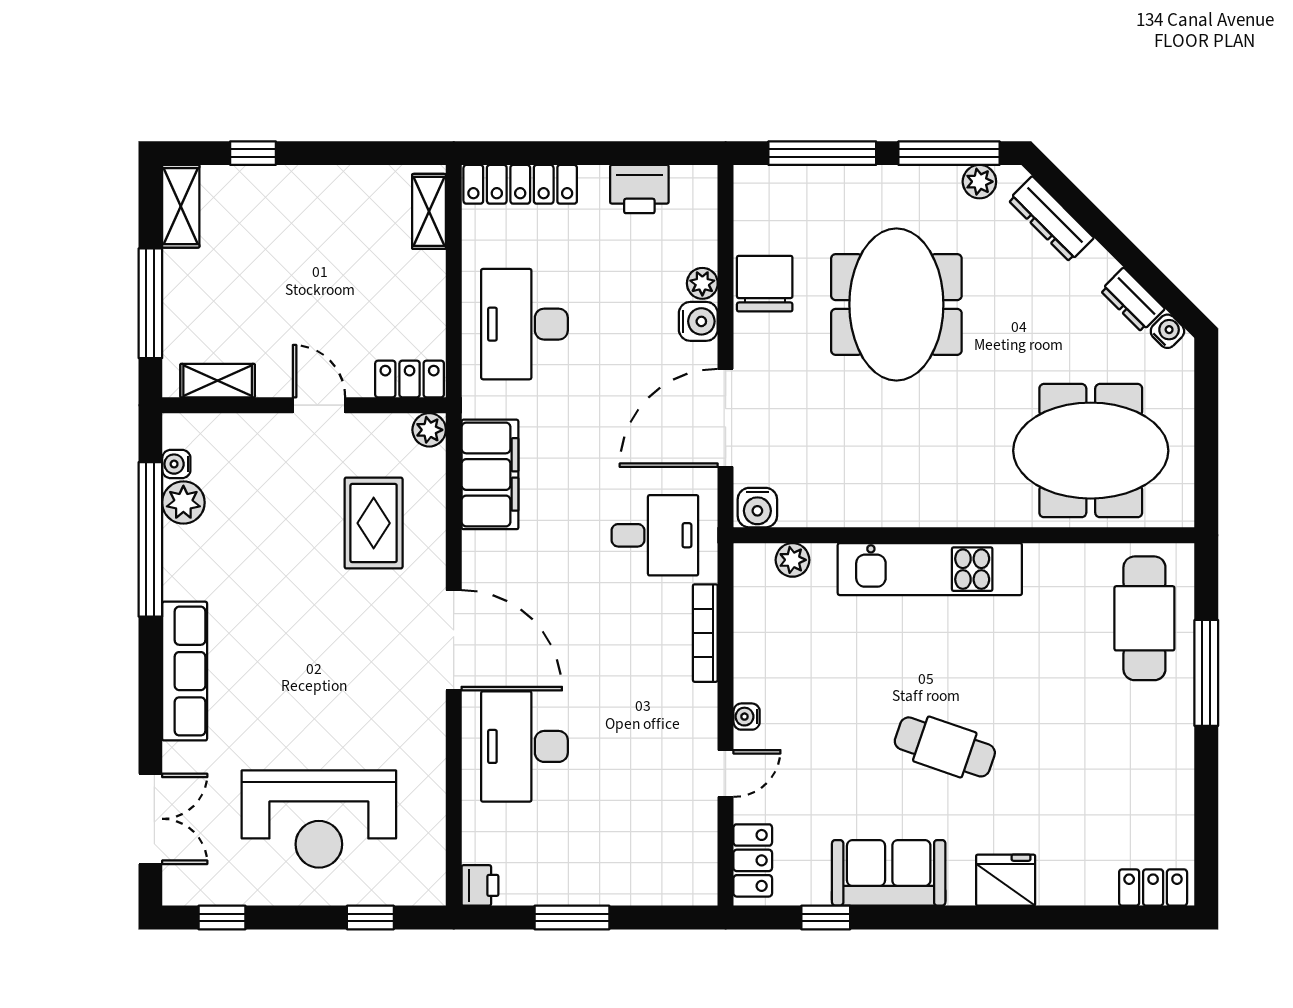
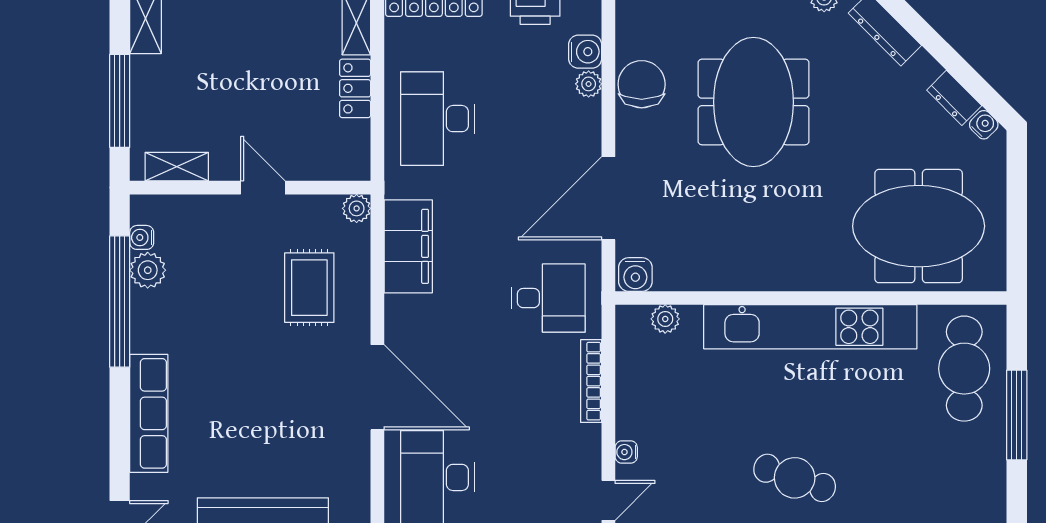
water cooler: (698, 321) -> (585, 52), moved
locker: (410, 379) -> (355, 88), moved, turned -90
kitchen unit: (930, 569) -> (810, 327), width x1.36

